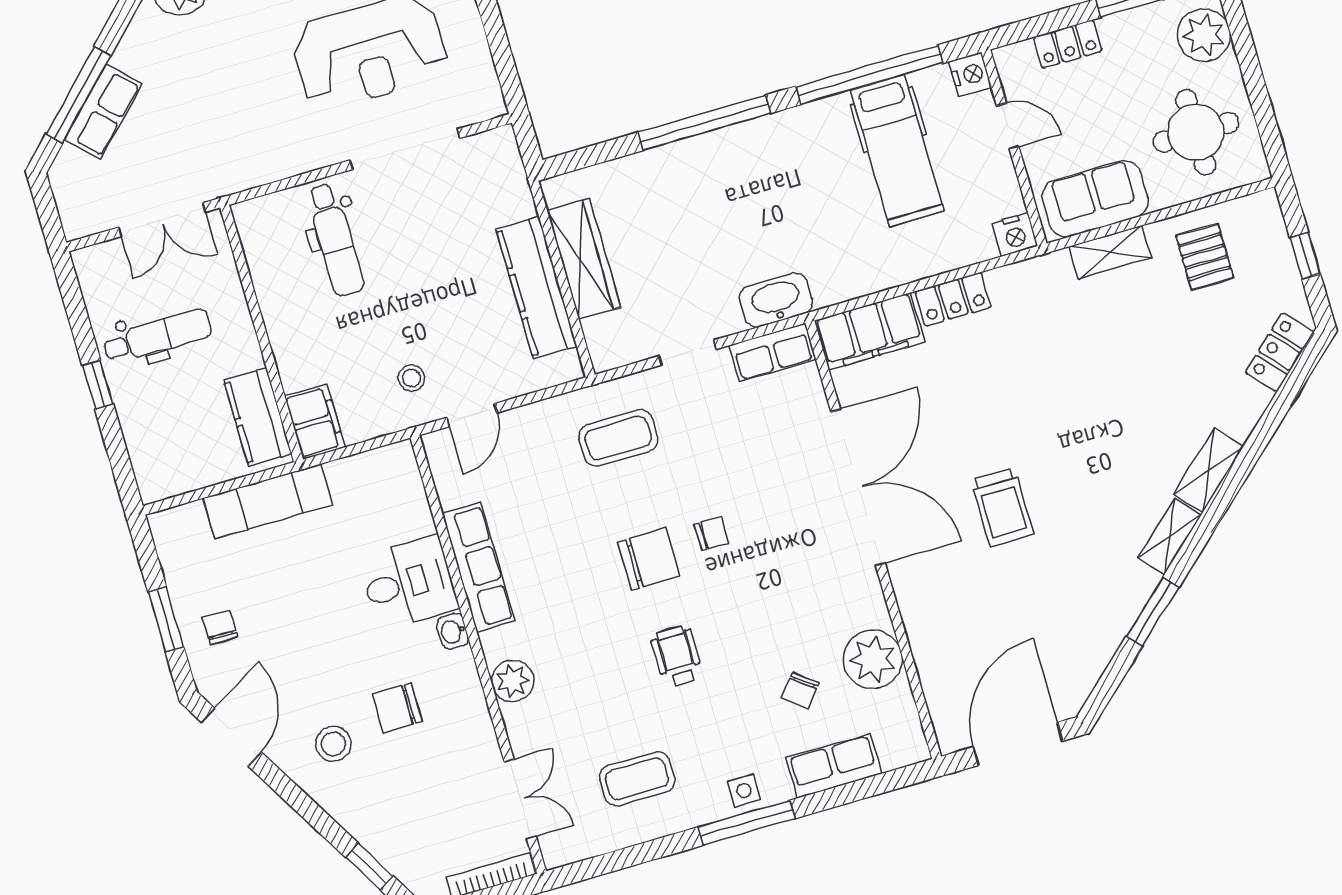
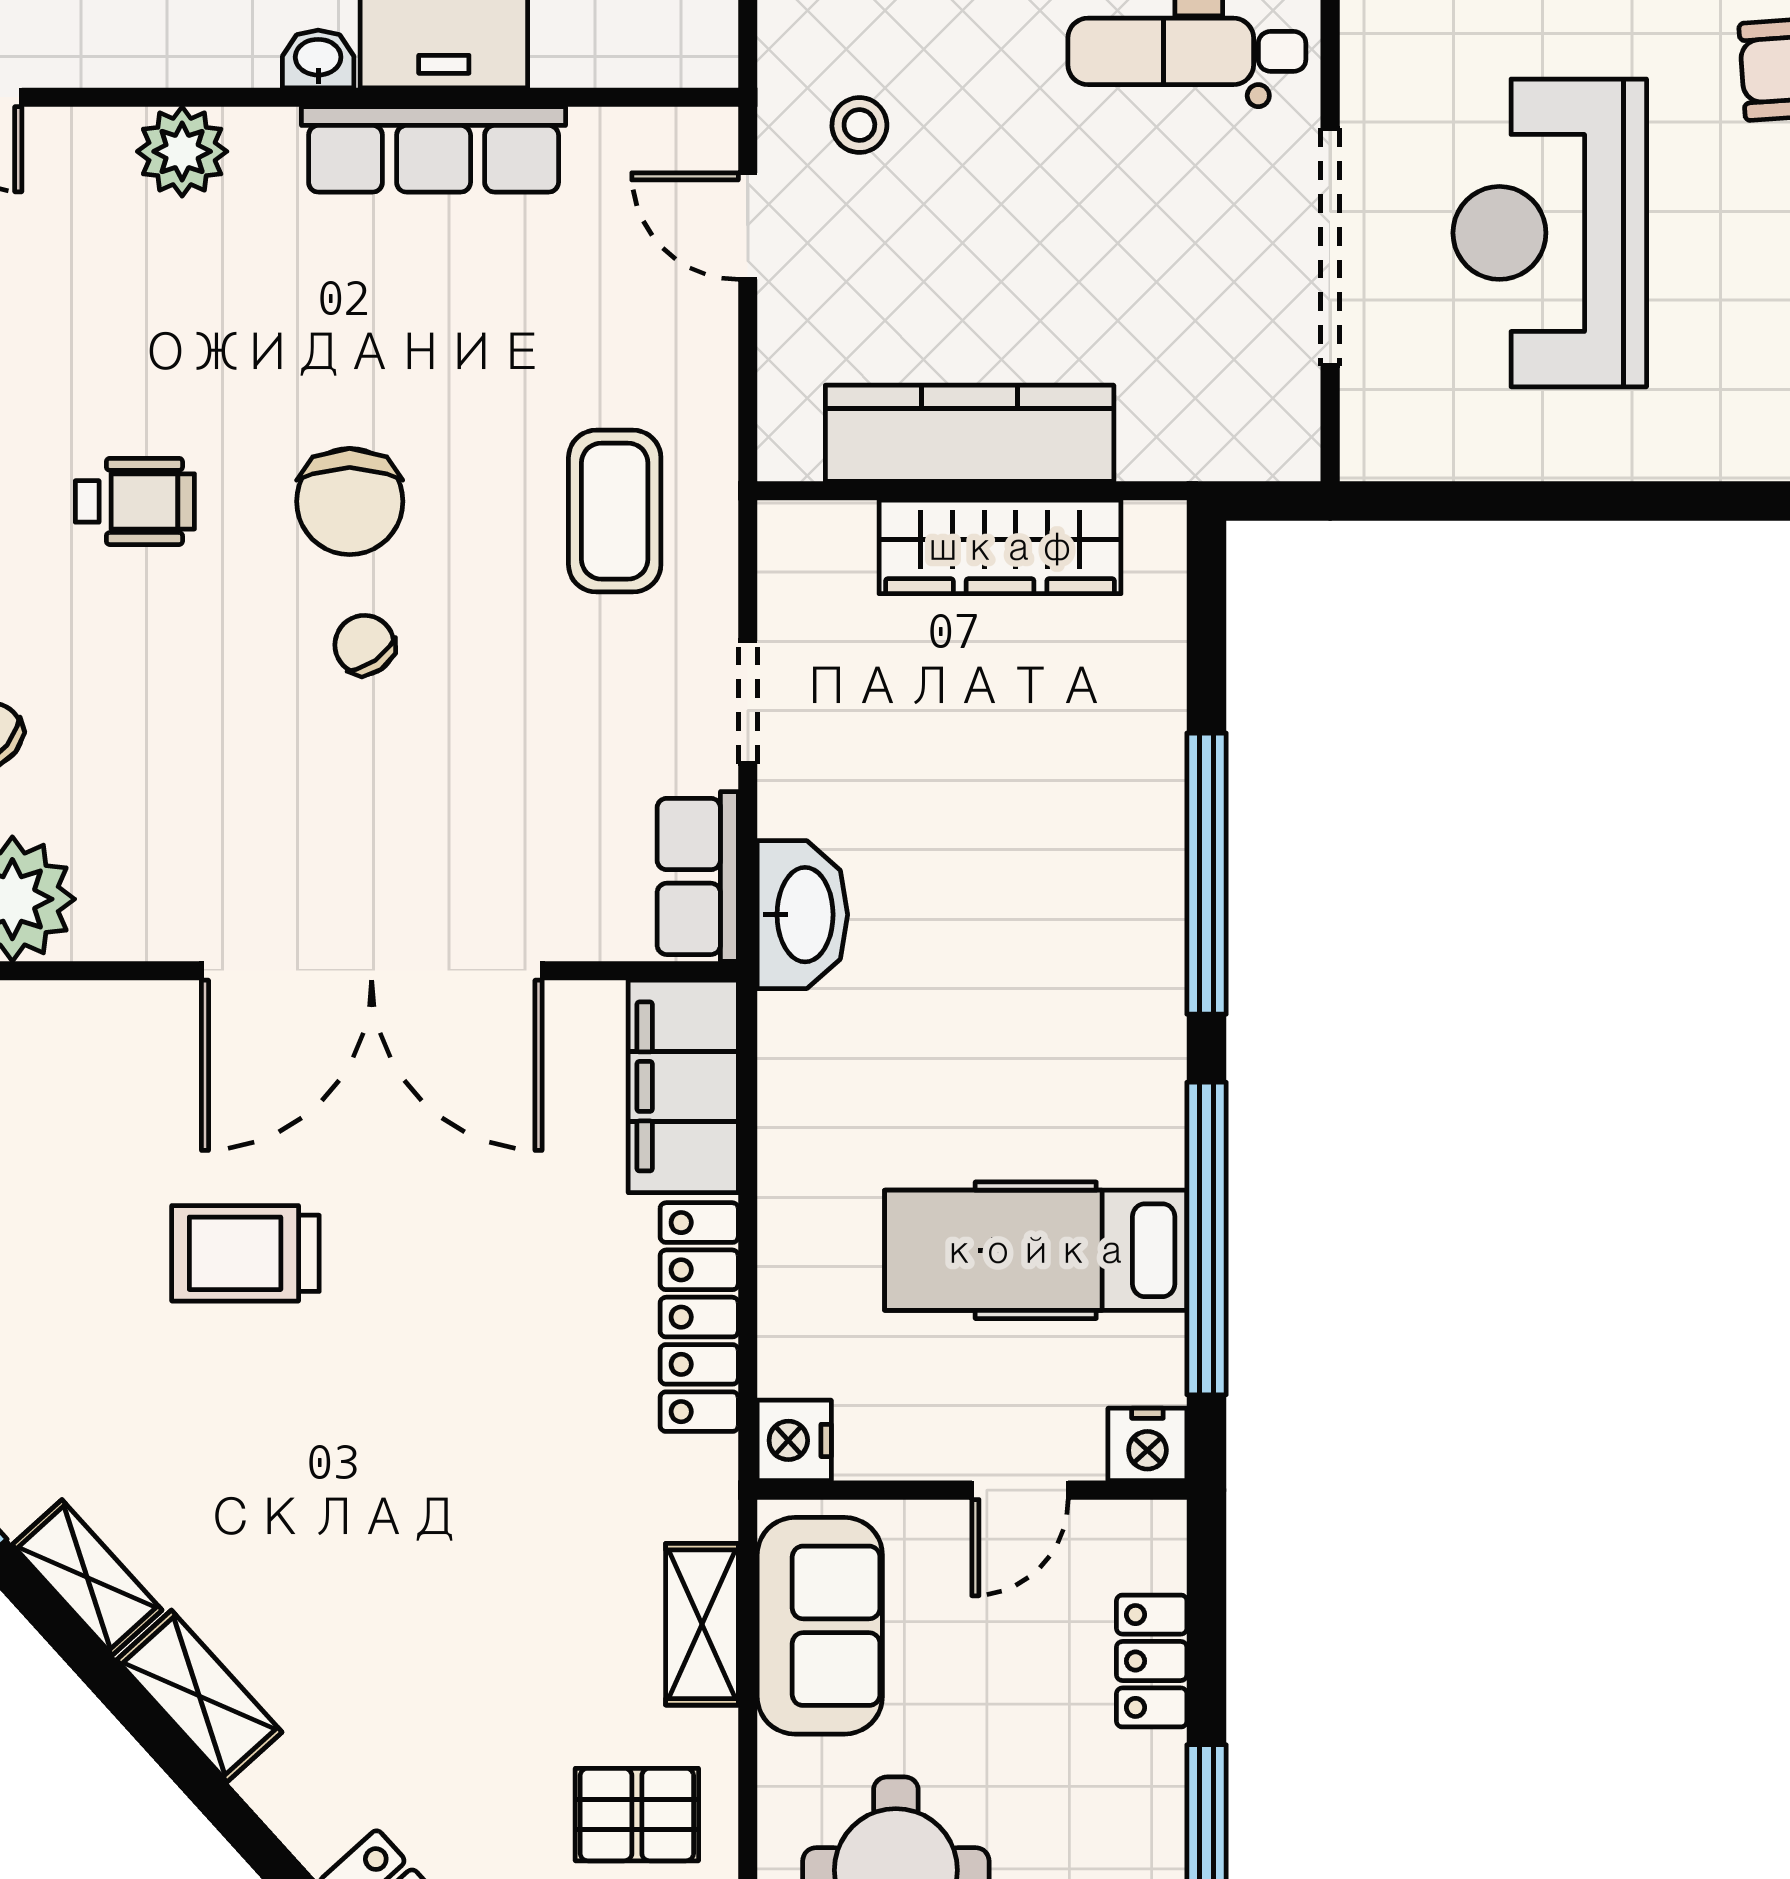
locker: (953, 299) -> (699, 1317), width x1.53
chair: (712, 533) -> (364, 645), turned 145

